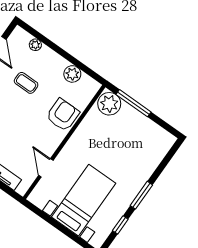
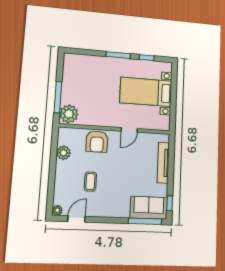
plant: (35, 45) -> (57, 210), moved
armchair: (63, 115) -> (97, 142), turned -90
door: (46, 168) -> (129, 130), moved

